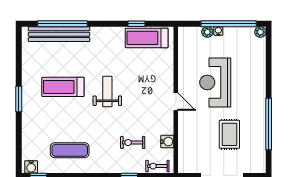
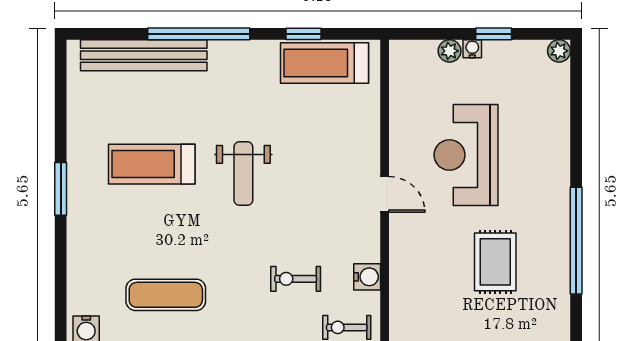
window: (62, 24) -> (199, 34), moved
window: (229, 24) -> (494, 34), width x0.32
weight bench: (107, 91) -> (243, 174), turned 180

